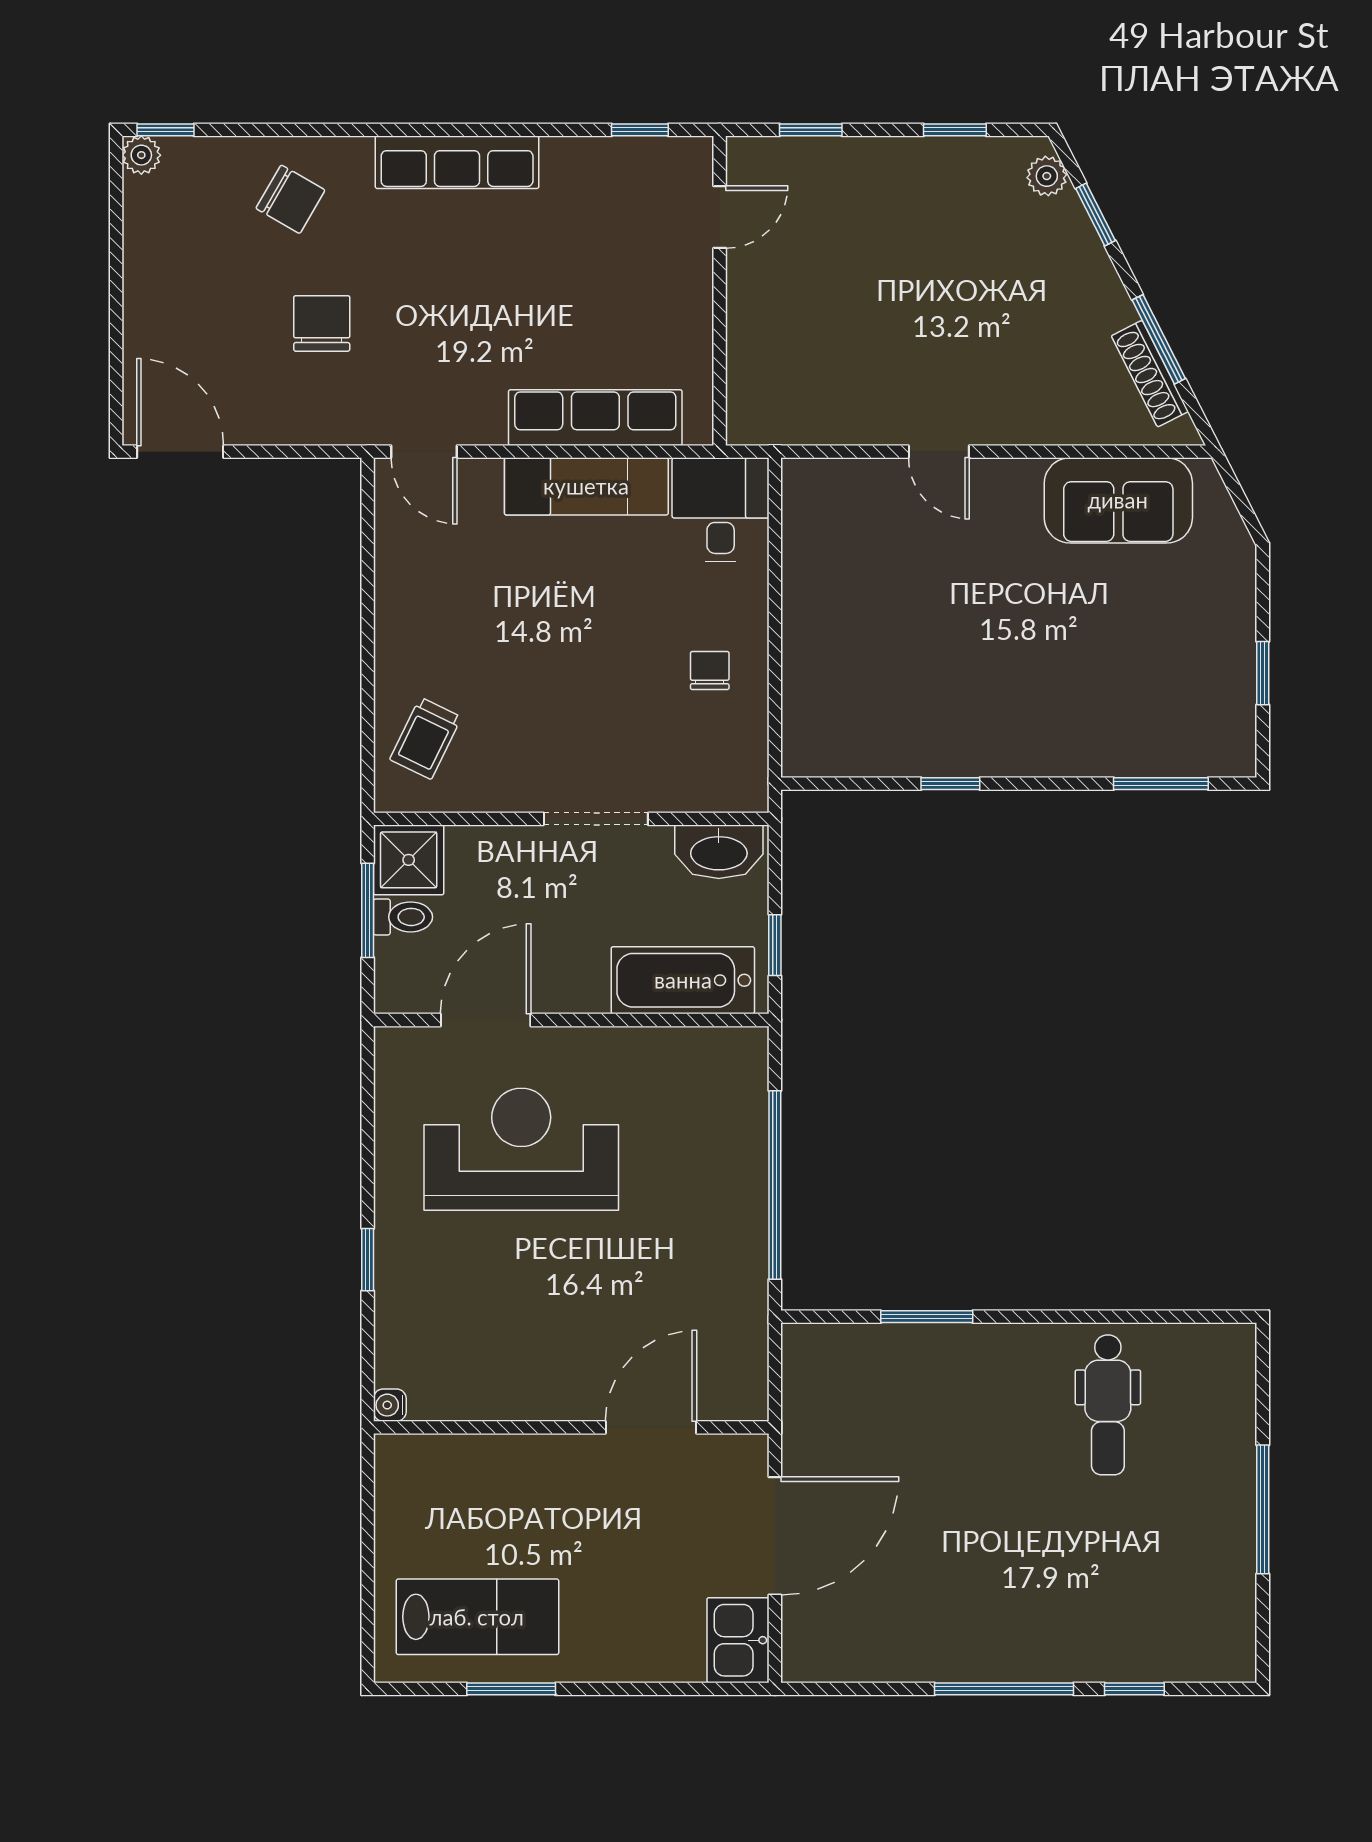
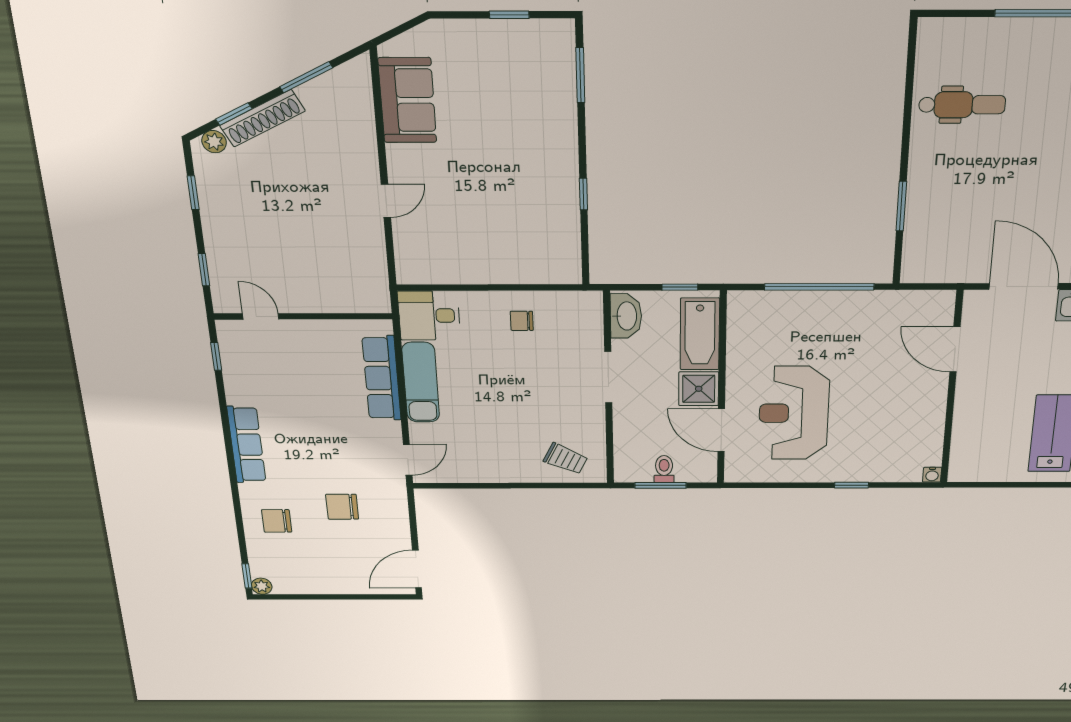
chair: (290, 199) -> (277, 521), turned -120
shoe rack: (1150, 374) -> (262, 118), moved, width x1.36, depth x1.24
shower: (409, 860) -> (699, 389), moved

